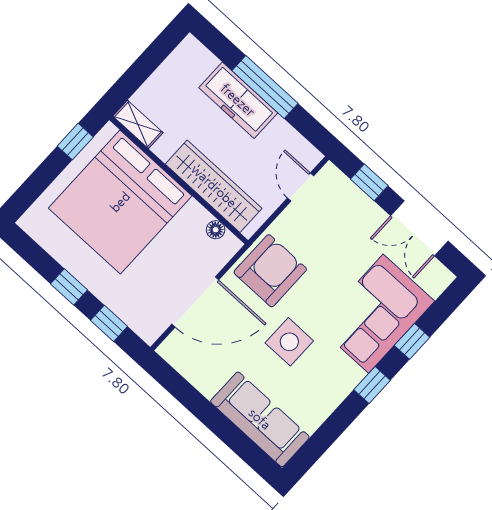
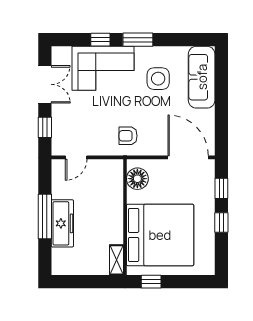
wardrobe: (214, 186) -> (113, 198), removed
floor lamp: (216, 230) -> (137, 179), width x1.89, depth x1.89
armchair: (270, 271) -> (128, 136), width x0.53, depth x0.53
door: (195, 302) -> (188, 157), moved
side table: (289, 342) -> (158, 79), moved
window: (372, 385) -> (138, 40), width x1.50

